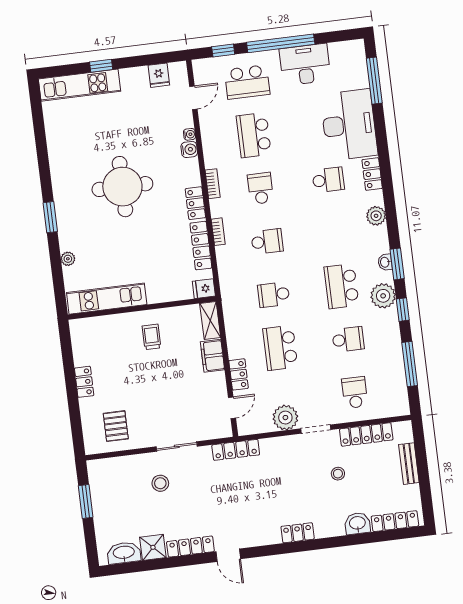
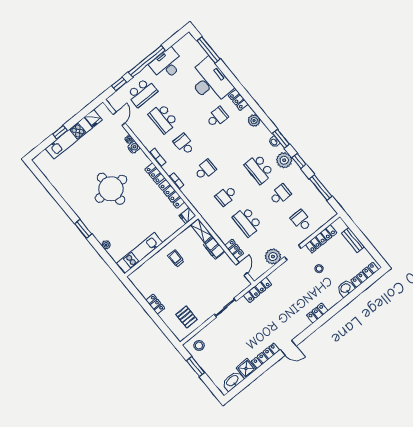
kitchen unit: (79, 85) -> (69, 138), moved
stool: (160, 483) -> (199, 346), moved

